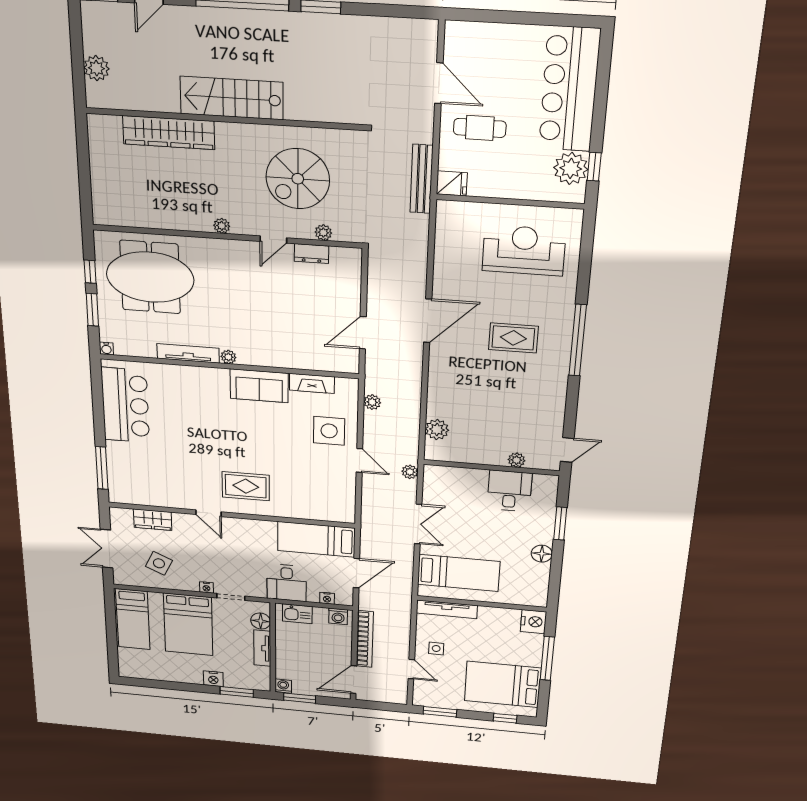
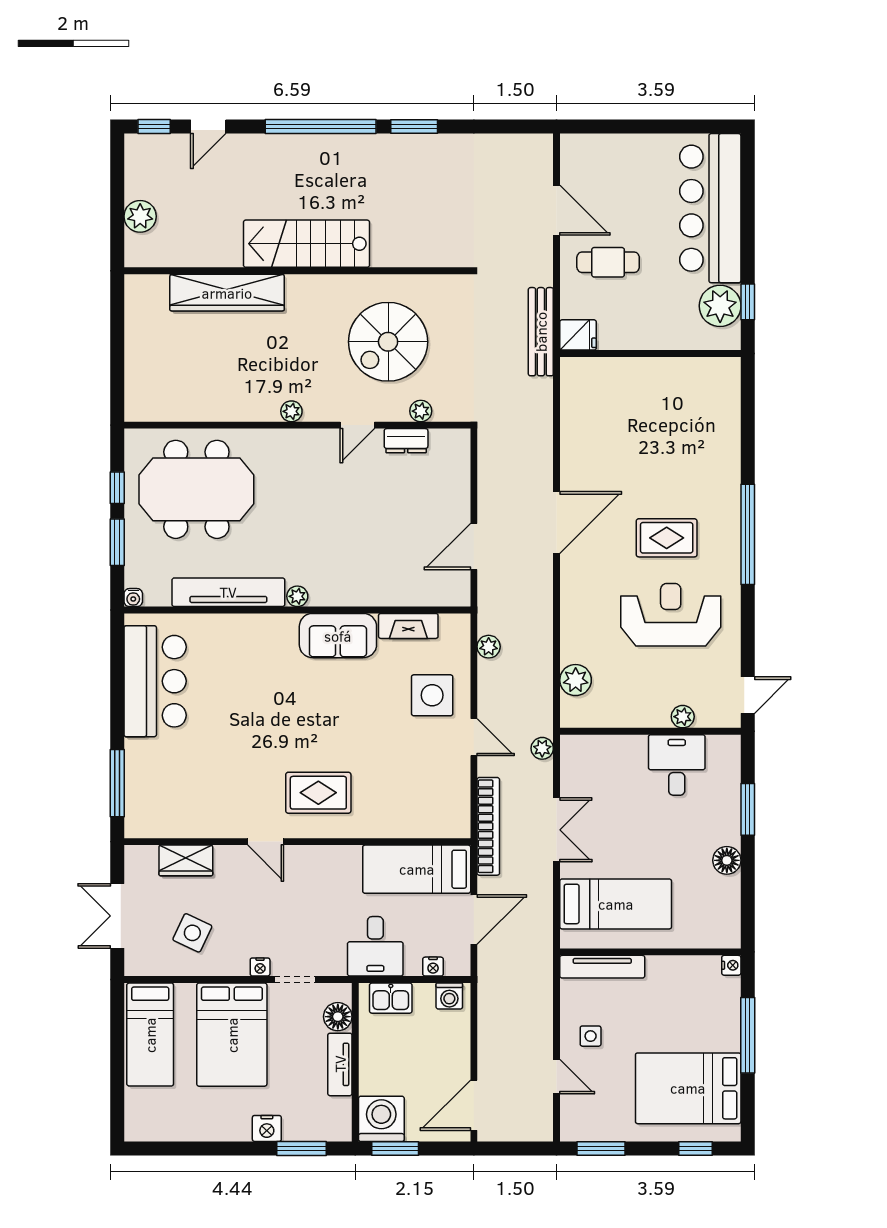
reception desk: (524, 250) -> (671, 615), moved
tv unit: (188, 353) -> (228, 592), width x1.36, depth x1.29
nightstand: (533, 622) -> (731, 965), width x0.53, depth x0.56
bookcase: (365, 639) -> (488, 826), moved
washing machine: (283, 686) -> (381, 1119), width x1.89, depth x1.89

